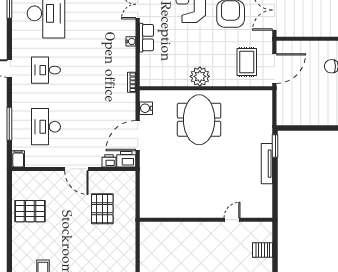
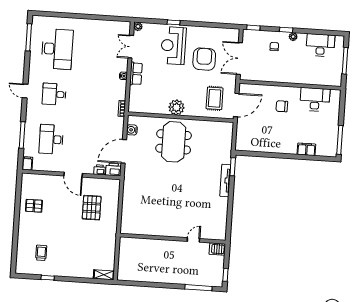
pallet: (30, 211) -> (34, 206), width x0.67, depth x0.71
wall: (206, 220) -> (173, 239), moved
door: (232, 220) -> (193, 240), moved

